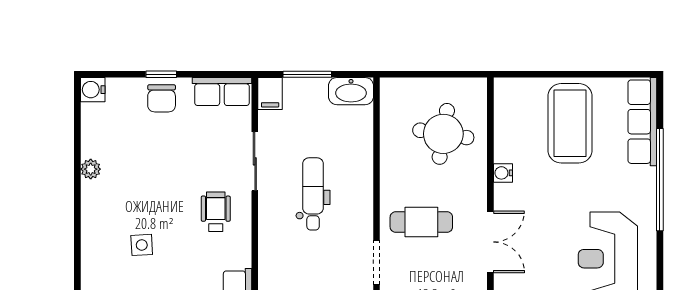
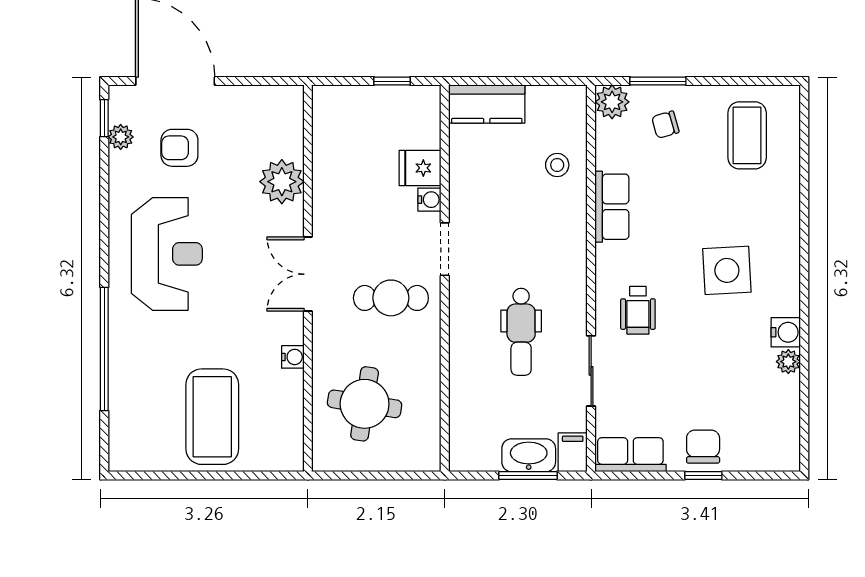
water cooler: (93, 90) -> (786, 332), moved
washbasin: (351, 91) -> (529, 455), moved
row of seats: (642, 122) -> (125, 419), removed
side table: (142, 245) -> (727, 270), width x1.87, depth x1.87

